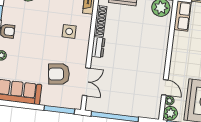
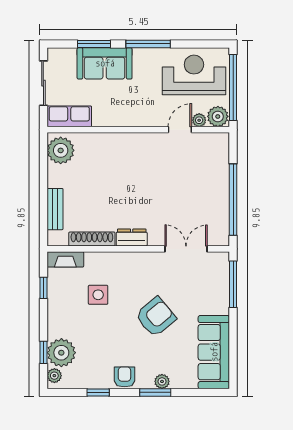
side table: (69, 31) -> (98, 295), moved
armchair: (59, 74) -> (156, 317), moved, turned -122

